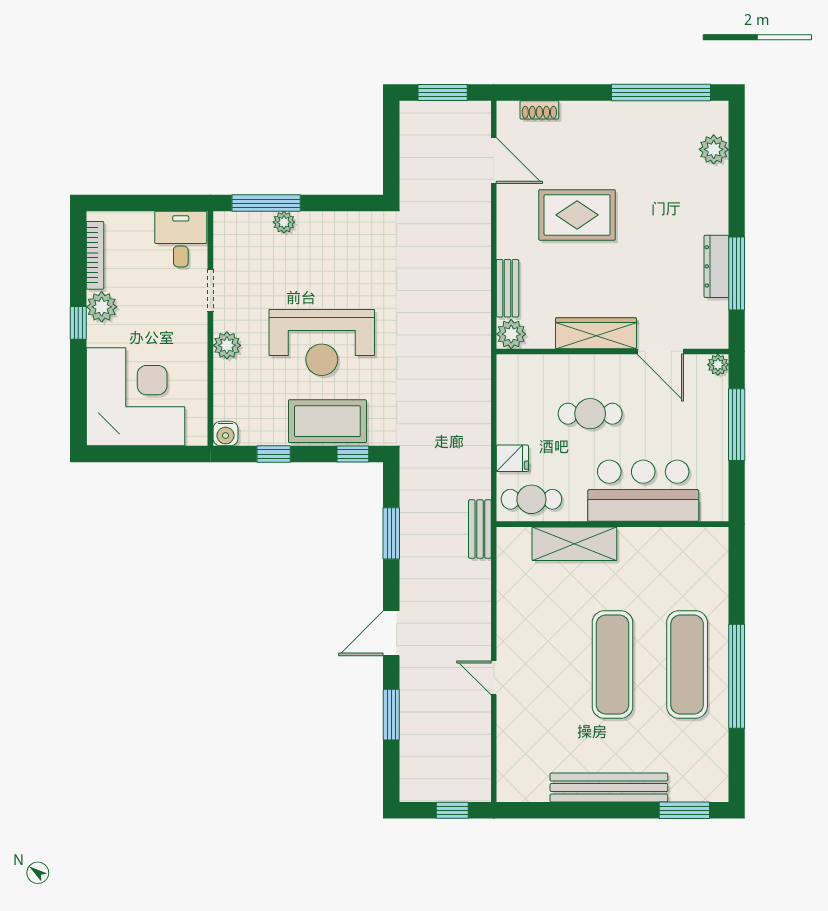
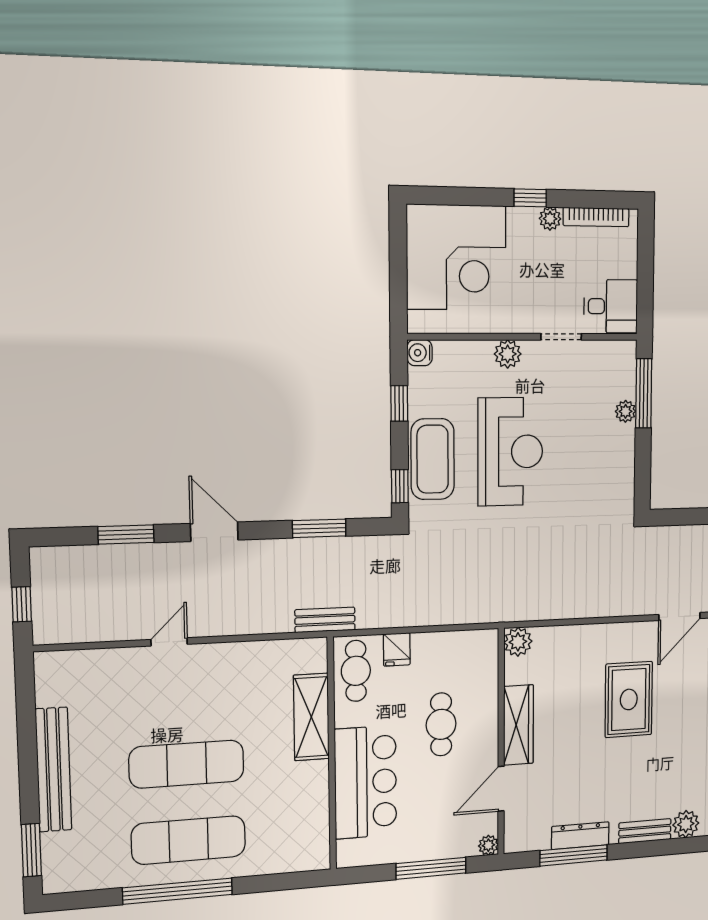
bench: (508, 288) -> (645, 831), moved
plant: (102, 307) -> (550, 219), width x0.73, depth x0.73
reception desk: (322, 342) -> (510, 452), turned 180

